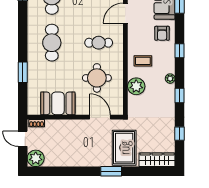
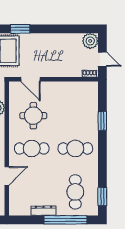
cafe table: (52, 43) -> (75, 148), turned 90
cafe table: (99, 43) -> (32, 148), width x1.37, depth x1.35
booth: (58, 103) -> (70, 92), removed

